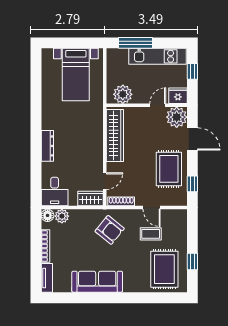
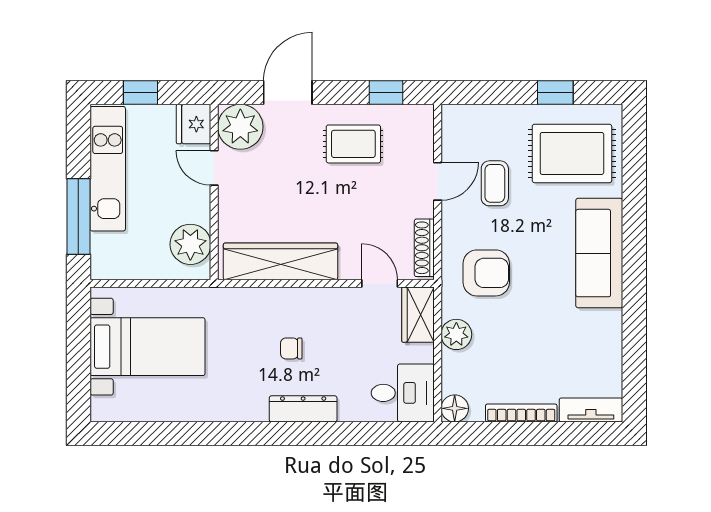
chair: (75, 141) -> (291, 348), added
rug: (169, 169) -> (353, 144), width x0.73, depth x0.70
plant: (62, 216) -> (456, 334), moved
armchair: (110, 230) -> (486, 273), turned 51
sofa: (97, 282) -> (599, 253), moved

